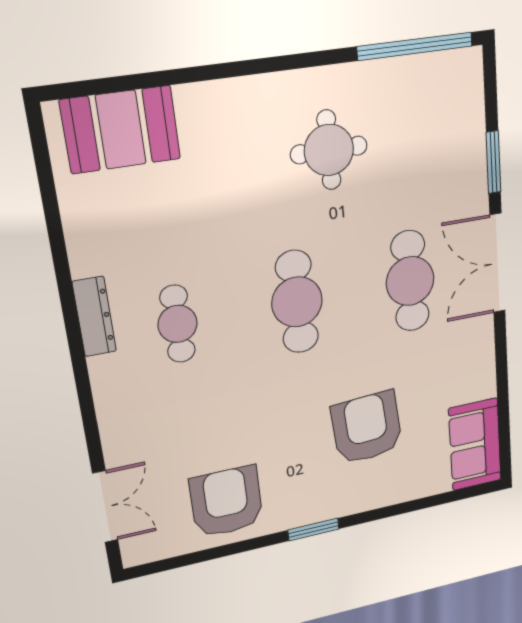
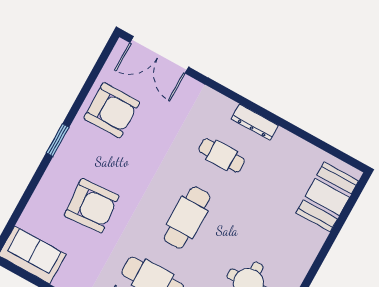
cafe table: (297, 302) -> (187, 218), turned 90
double door: (105, 507) -> (159, 55), width x1.37

